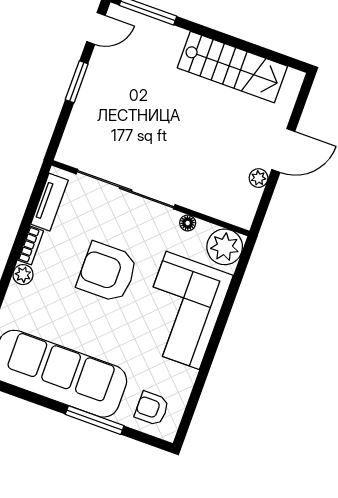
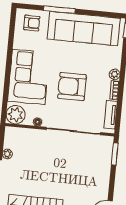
window: (77, 82) -> (115, 154), moved
armchair: (107, 272) -> (72, 87), turned 180

